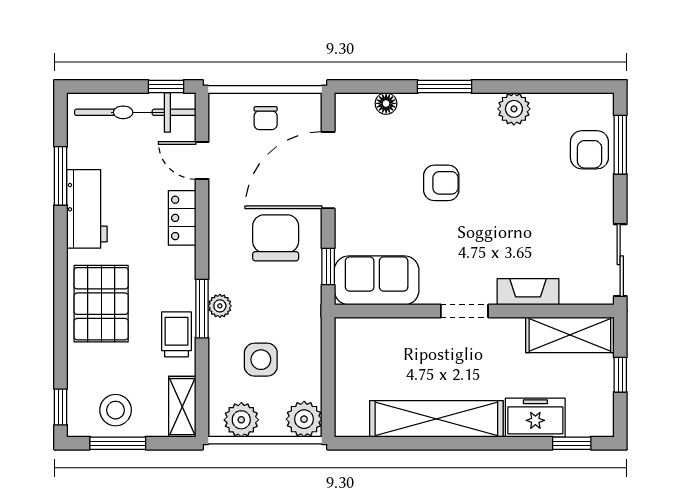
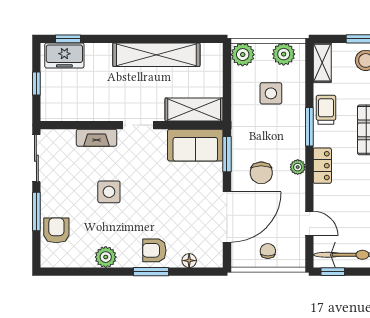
window: (620, 145) -> (36, 211), moved
armchair: (441, 183) -> (154, 250), moved
side table: (509, 209) -> (109, 192), added
locker: (182, 218) -> (322, 166), moved
chair: (276, 238) -> (261, 173), width x0.73, depth x0.73
window: (328, 267) -> (227, 154), width x1.50
plant: (220, 306) -> (298, 167), moved
trolley: (176, 334) -> (326, 110), turned 180
shelving: (570, 335) -> (194, 110), moved
freezer: (535, 418) -> (64, 55), moved

